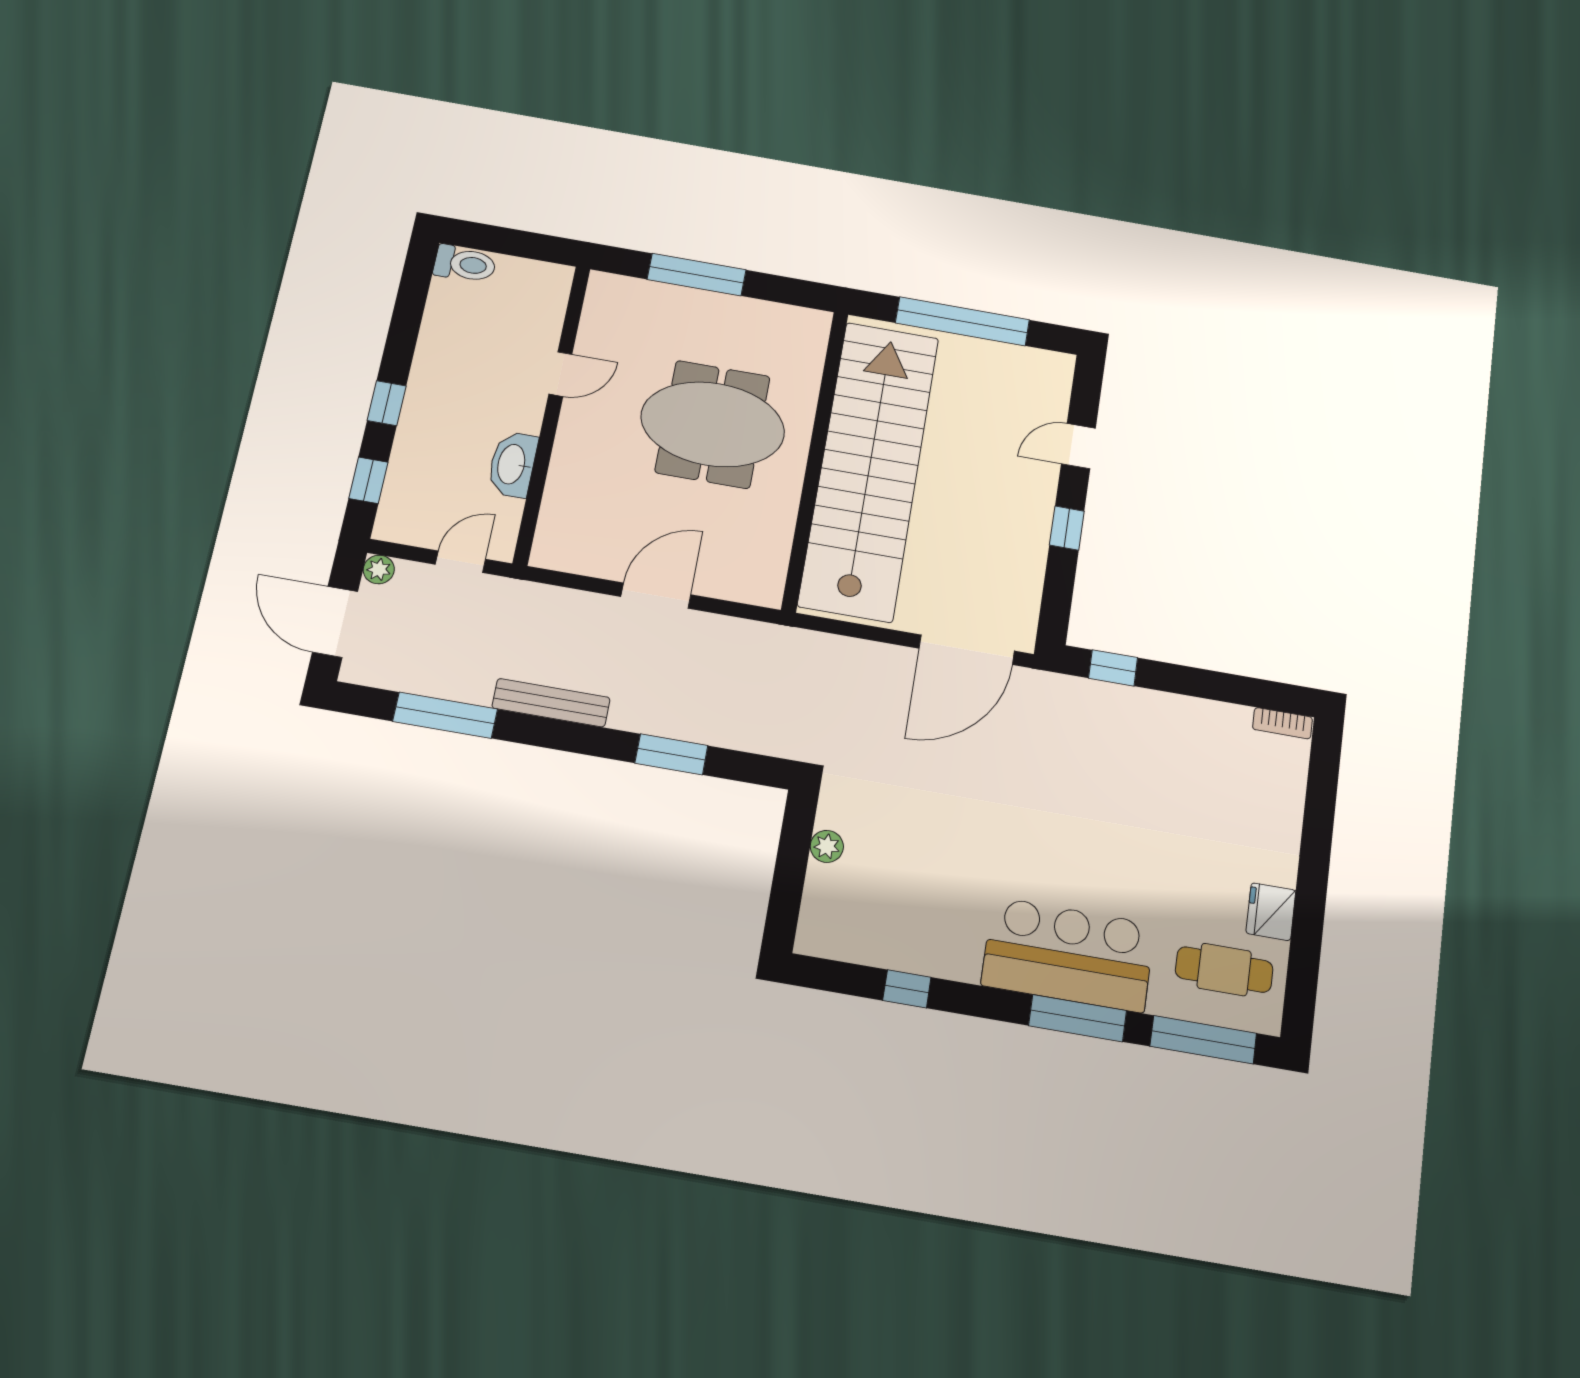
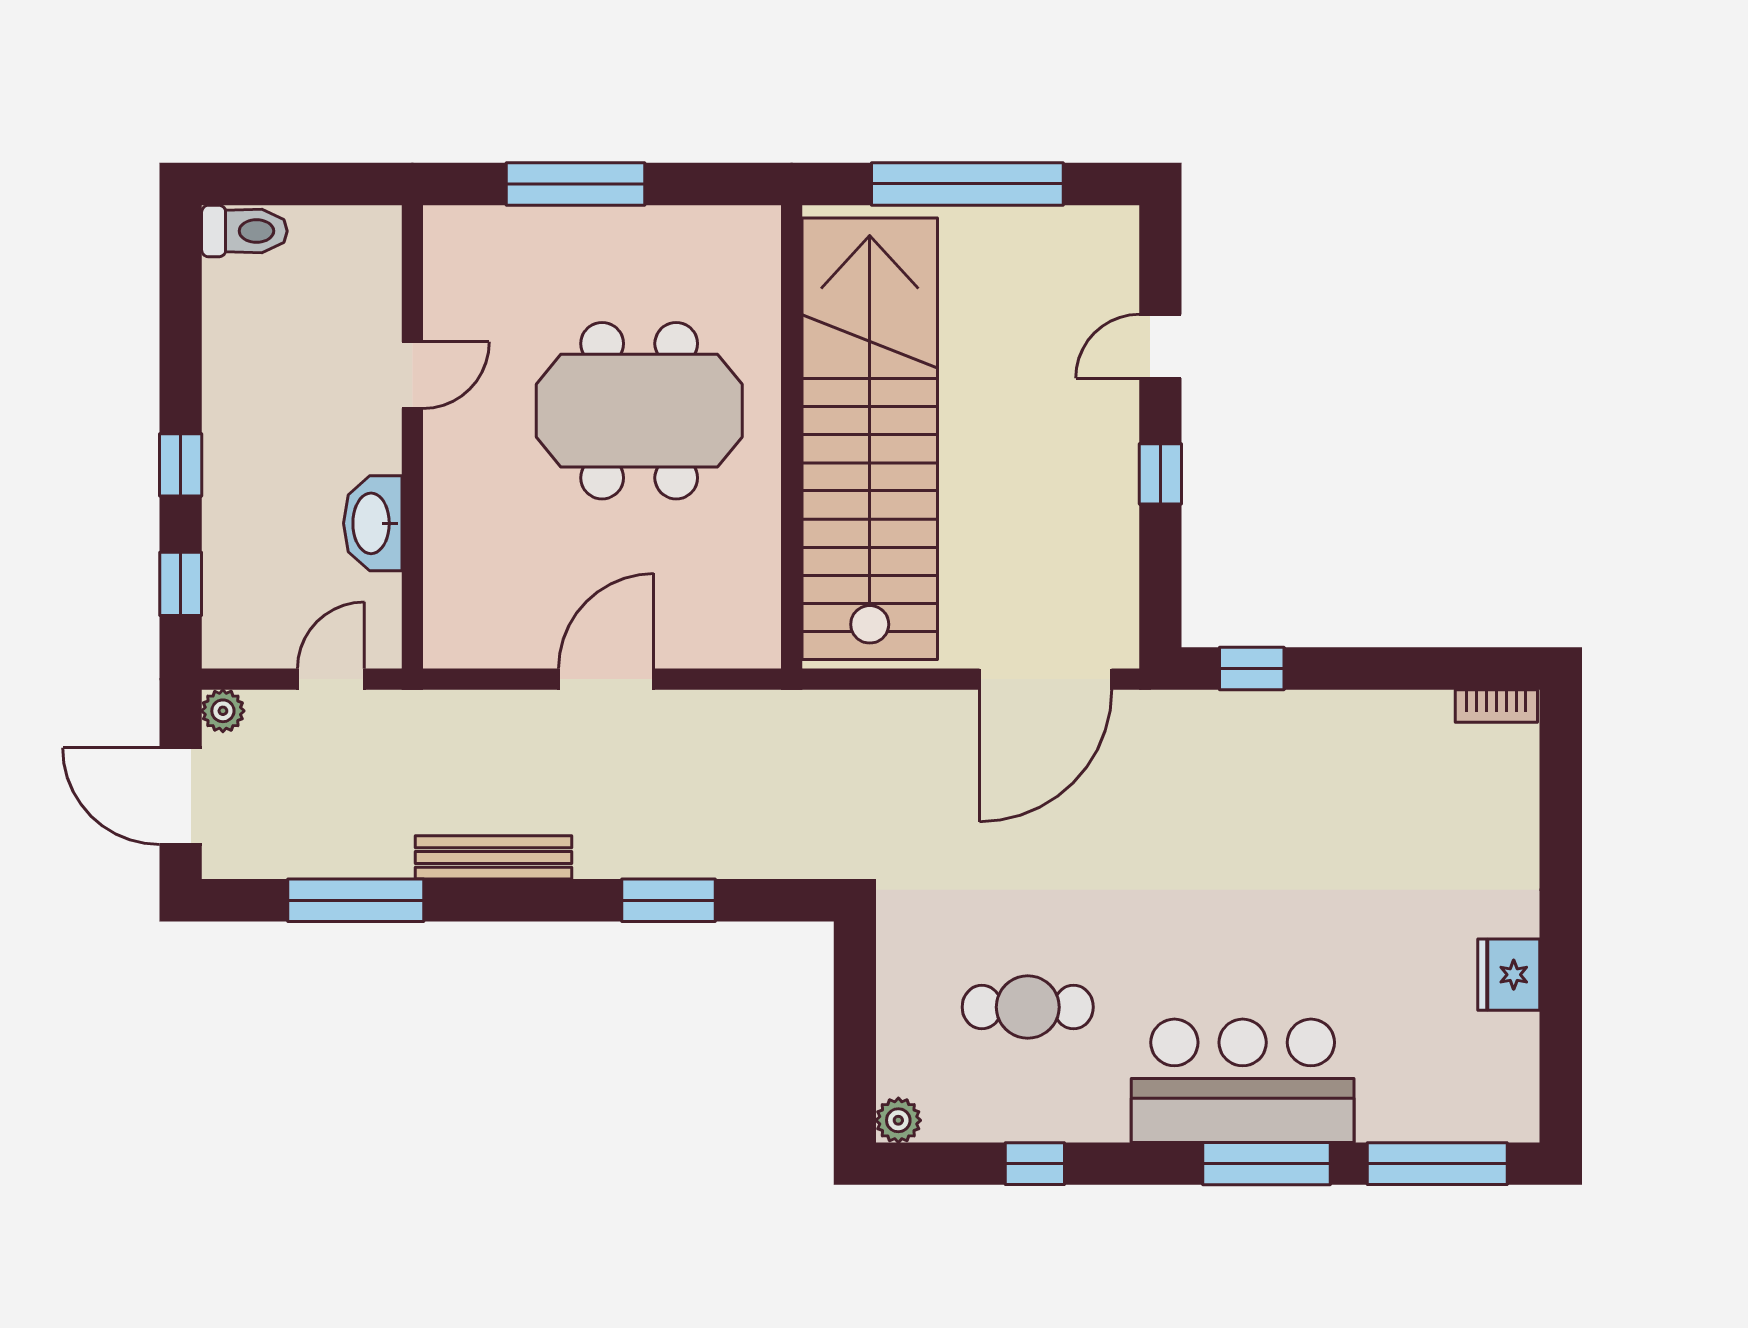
plant: (827, 846) -> (898, 1120), moved
cafe table: (1224, 970) -> (1028, 1007), moved

